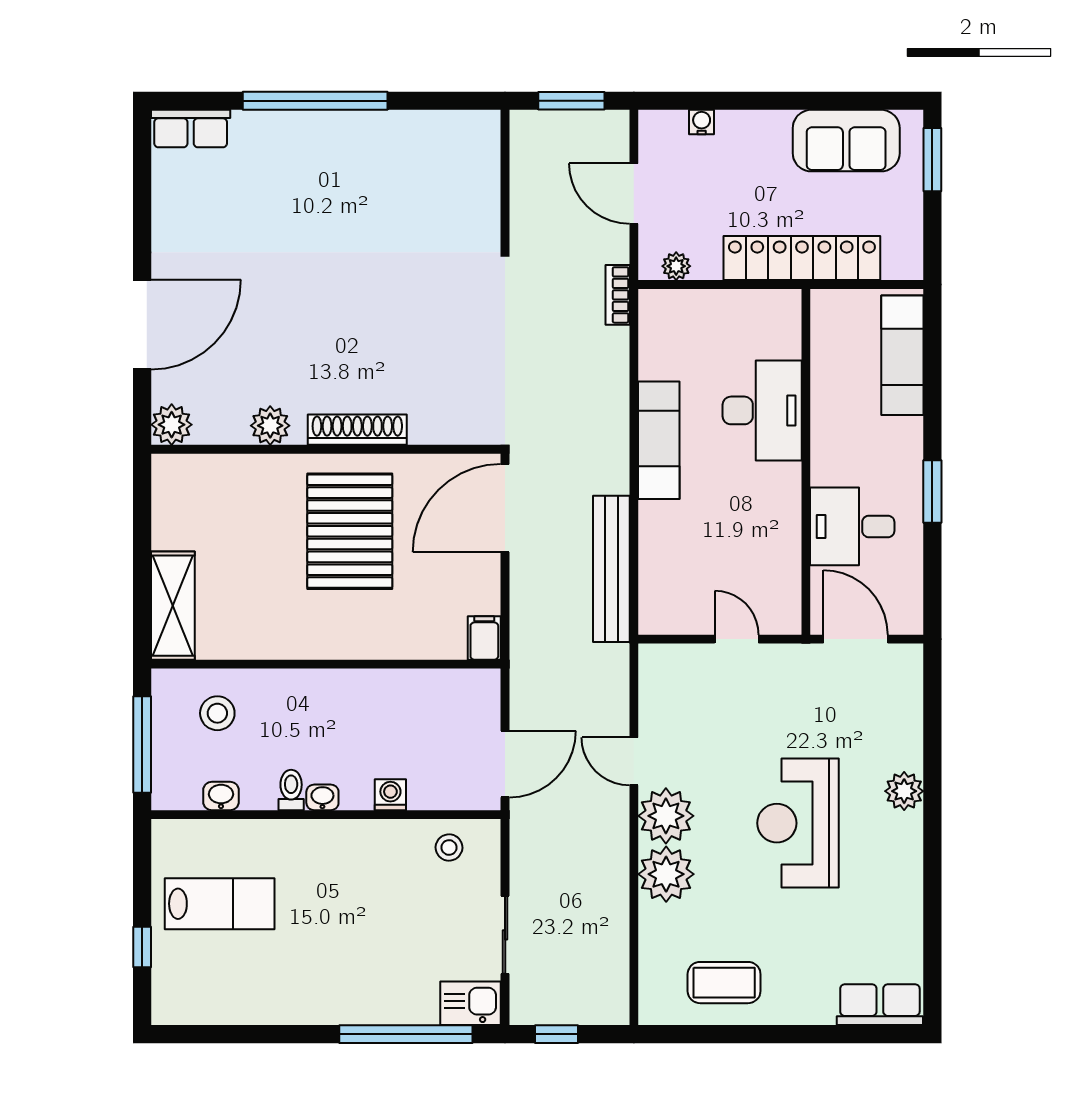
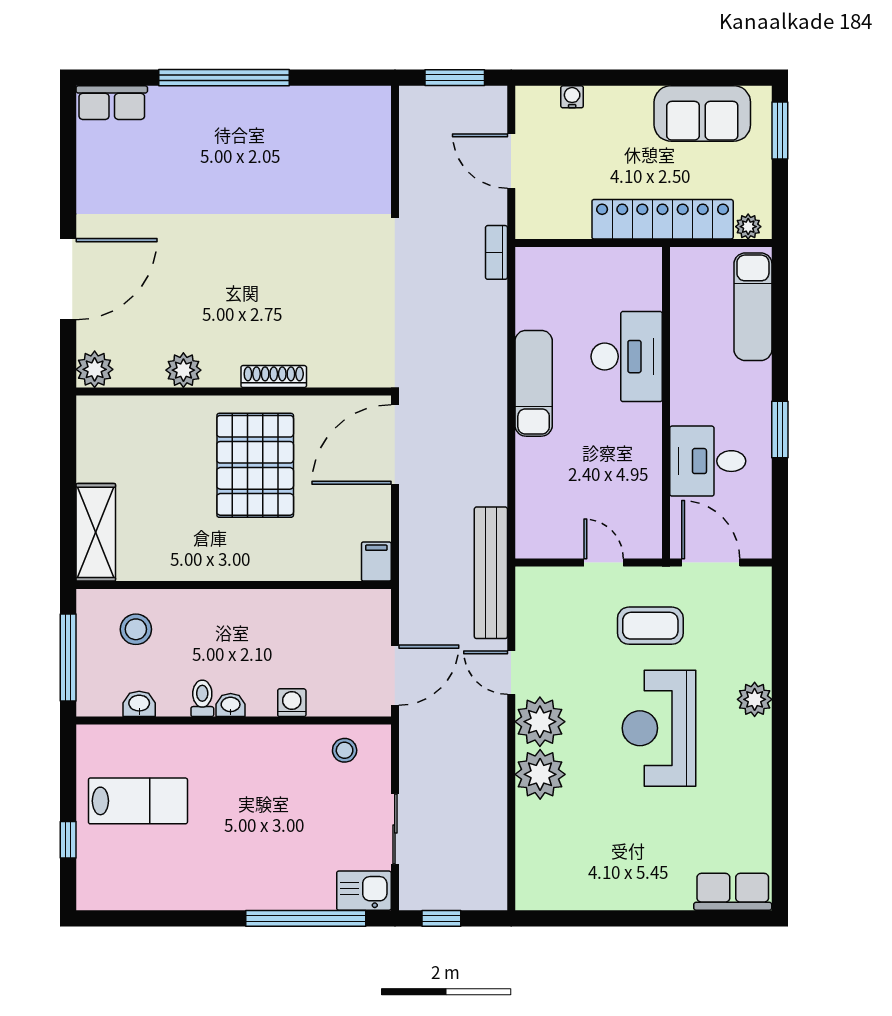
plant: (676, 266) -> (748, 227), moved
shoe rack: (357, 430) -> (274, 377), width x0.74, depth x0.81
bench: (611, 569) -> (491, 573), moved
coffee table: (724, 983) -> (650, 626), moved

